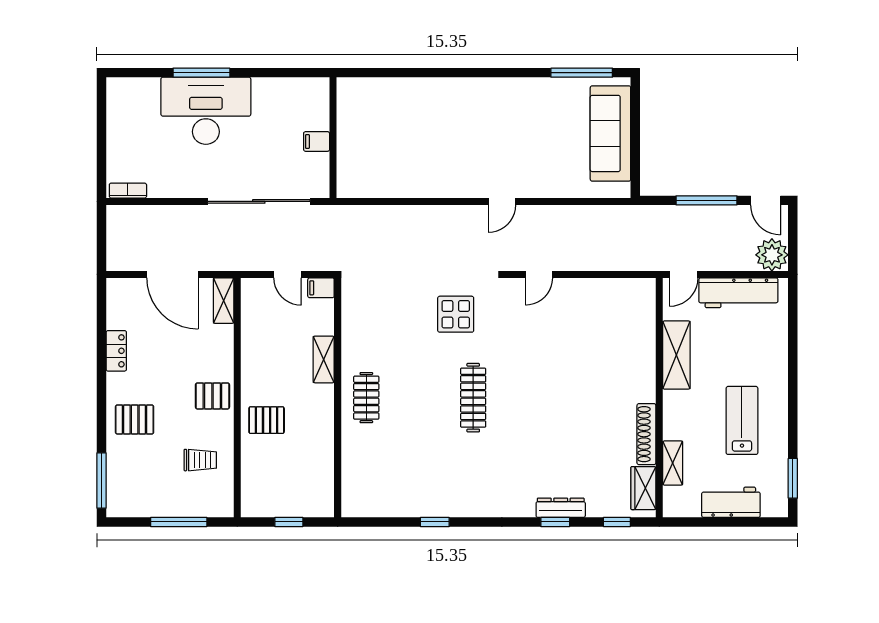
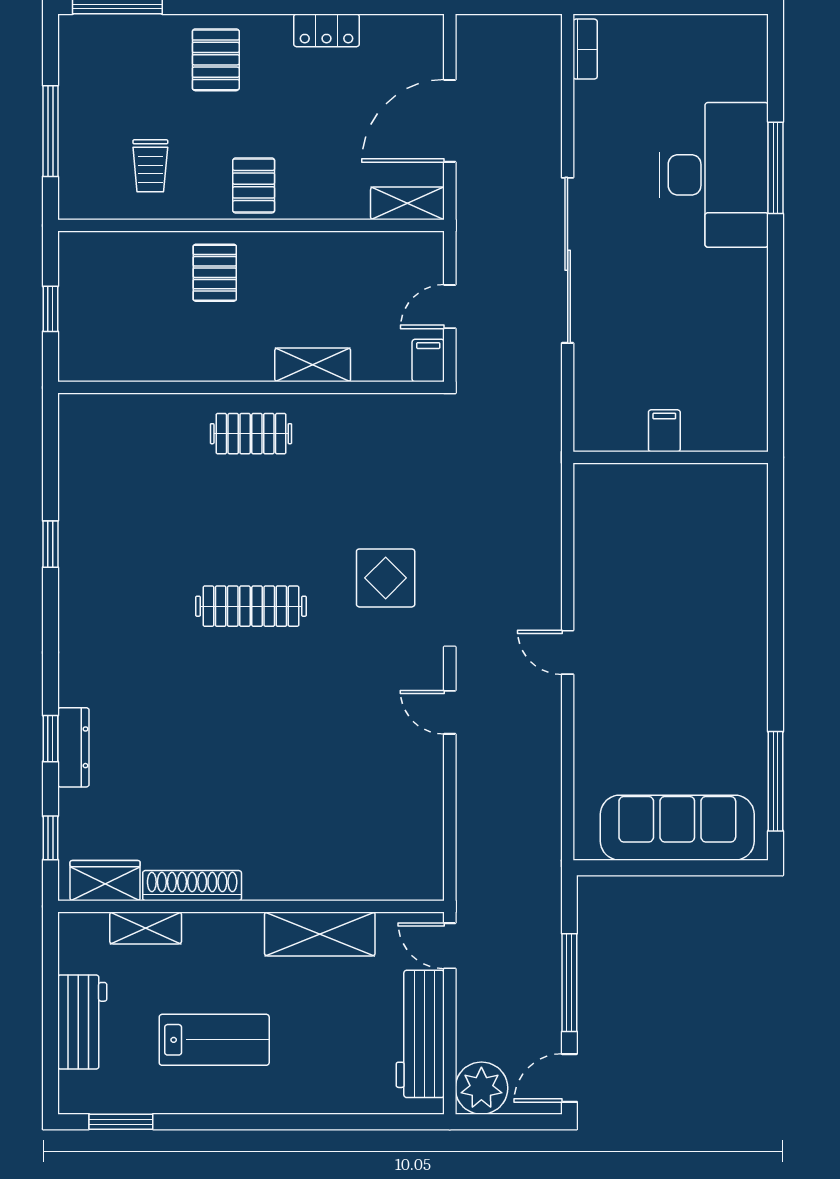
wall: (333, 138) -> (671, 457), moved
filing cabinet: (317, 141) -> (664, 431), moved

